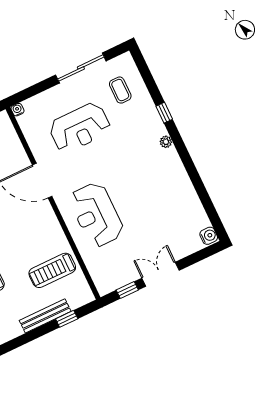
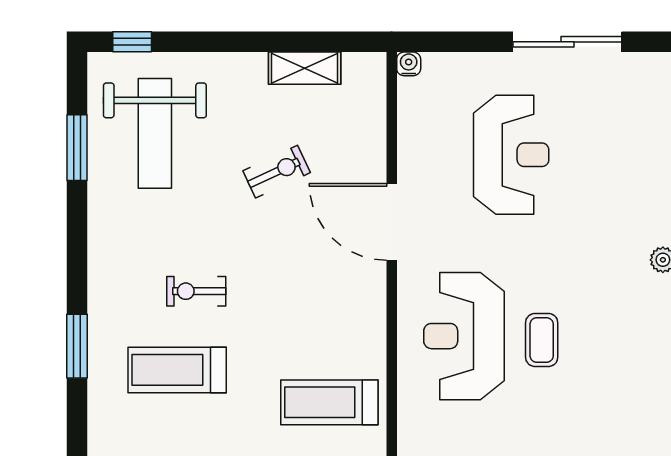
coffee table: (120, 90) -> (542, 340), moved
reception desk: (80, 128) -> (511, 155), turned -90

